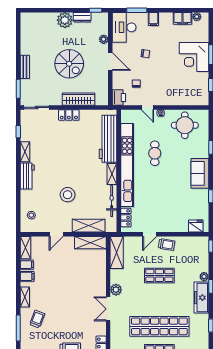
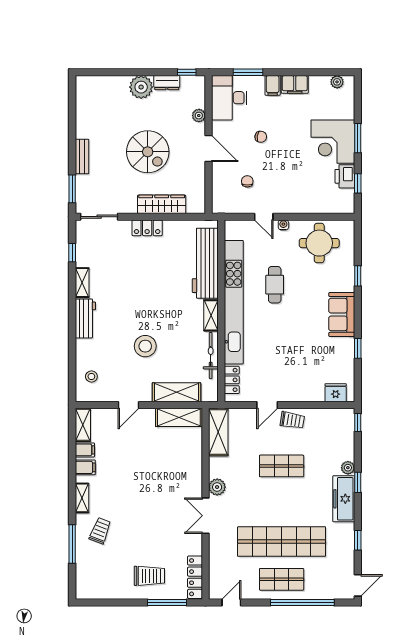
filing cabinet: (183, 18) -> (295, 84), moved
printer: (119, 97) -> (345, 176), moved, turned 180

